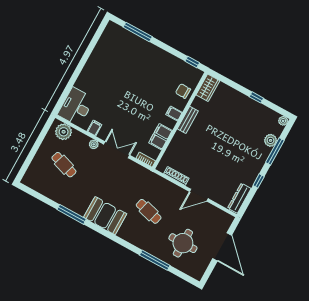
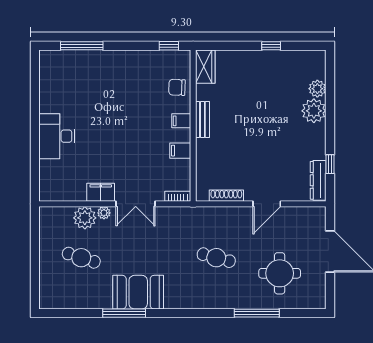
desk: (76, 107) -> (57, 136), moved
plant: (283, 121) -> (314, 111), moved, width x1.87, depth x1.87
filing cabinet: (94, 128) -> (101, 192), width x2.00
plant: (64, 132) -> (85, 218), moved
filing cabinet: (160, 137) -> (180, 151), width x0.50
double door: (117, 150) -> (136, 204), swing flipped
window: (275, 151) -> (330, 99), removed
window: (259, 181) -> (330, 164), moved
booth: (105, 216) -> (138, 292), moved

